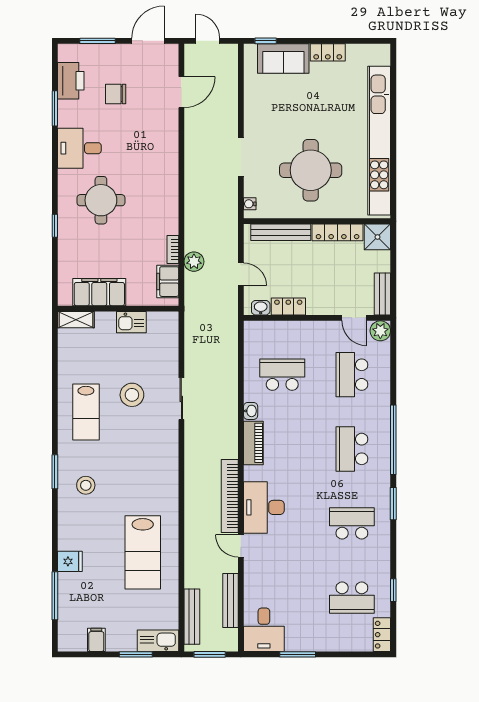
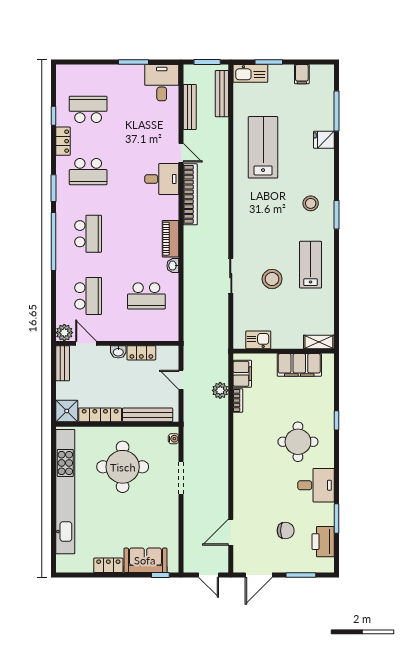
washbasin: (261, 308) -> (118, 352), moved
kitchen sink: (131, 322) -> (258, 340), moved
desk: (264, 507) -> (162, 179), width x0.73
locker: (382, 635) -> (63, 141), moved

